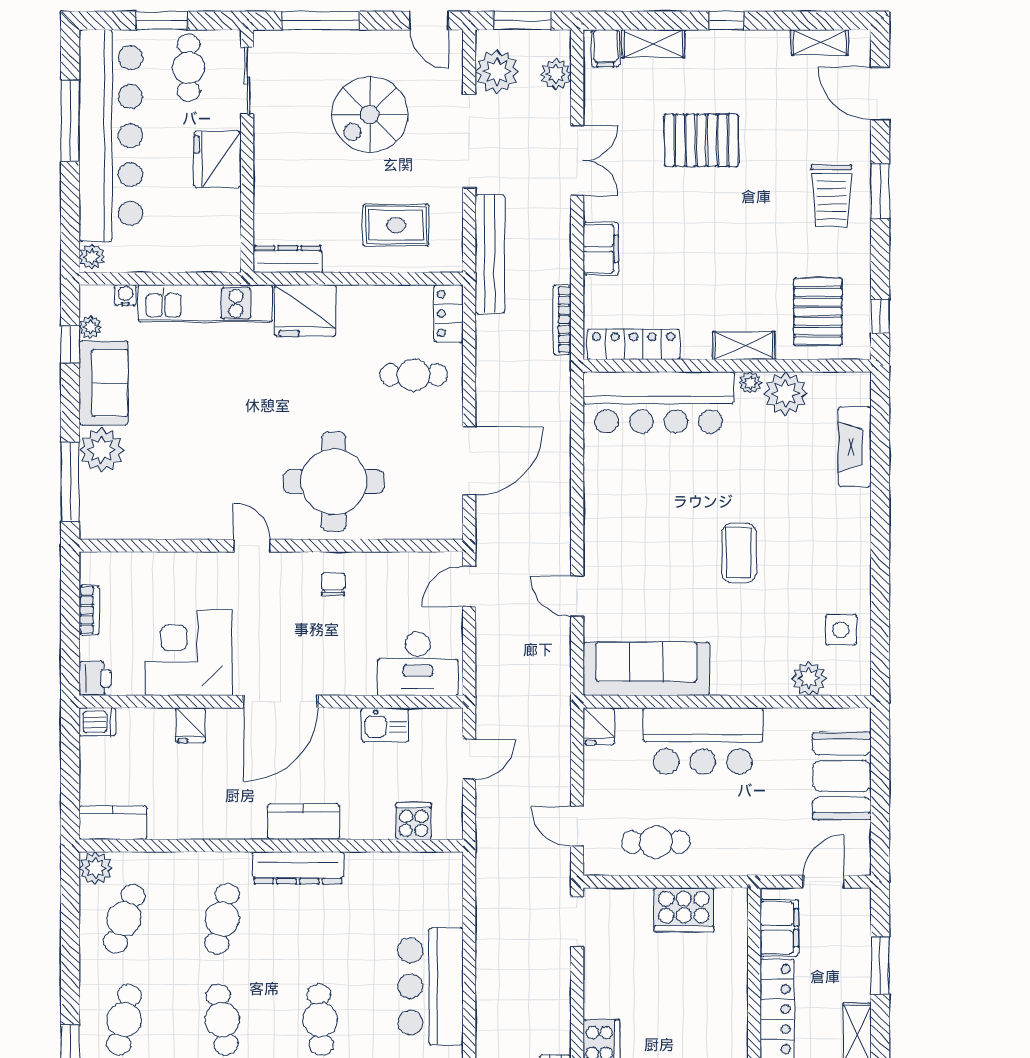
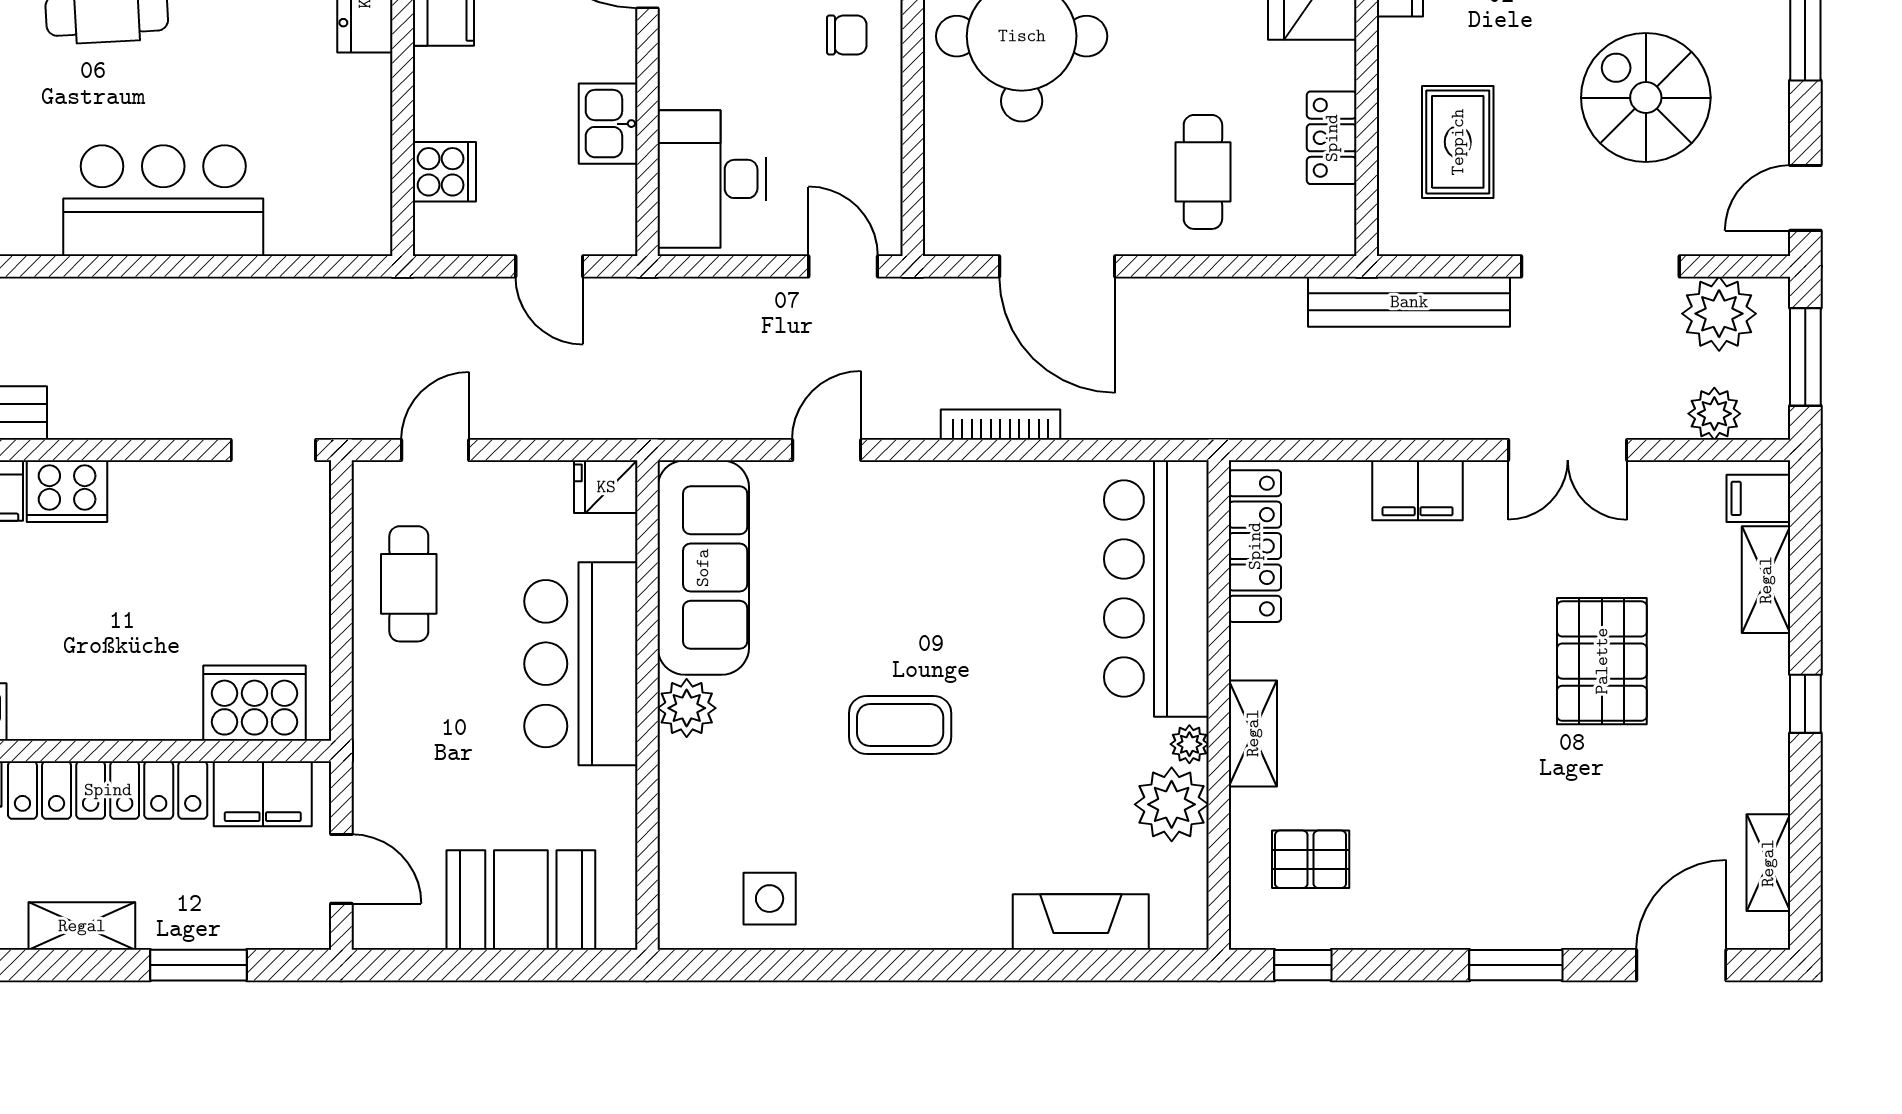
trolley: (832, 196) -> (1508, 883), removed
pallet: (818, 312) -> (1311, 859), width x0.67, depth x0.71
locker: (449, 313) -> (1332, 138), moved, turned -90
bookcase: (562, 320) -> (1000, 425), moved
plant: (809, 679) -> (687, 708), moved
cooker: (684, 910) -> (254, 703), moved, turned 90

